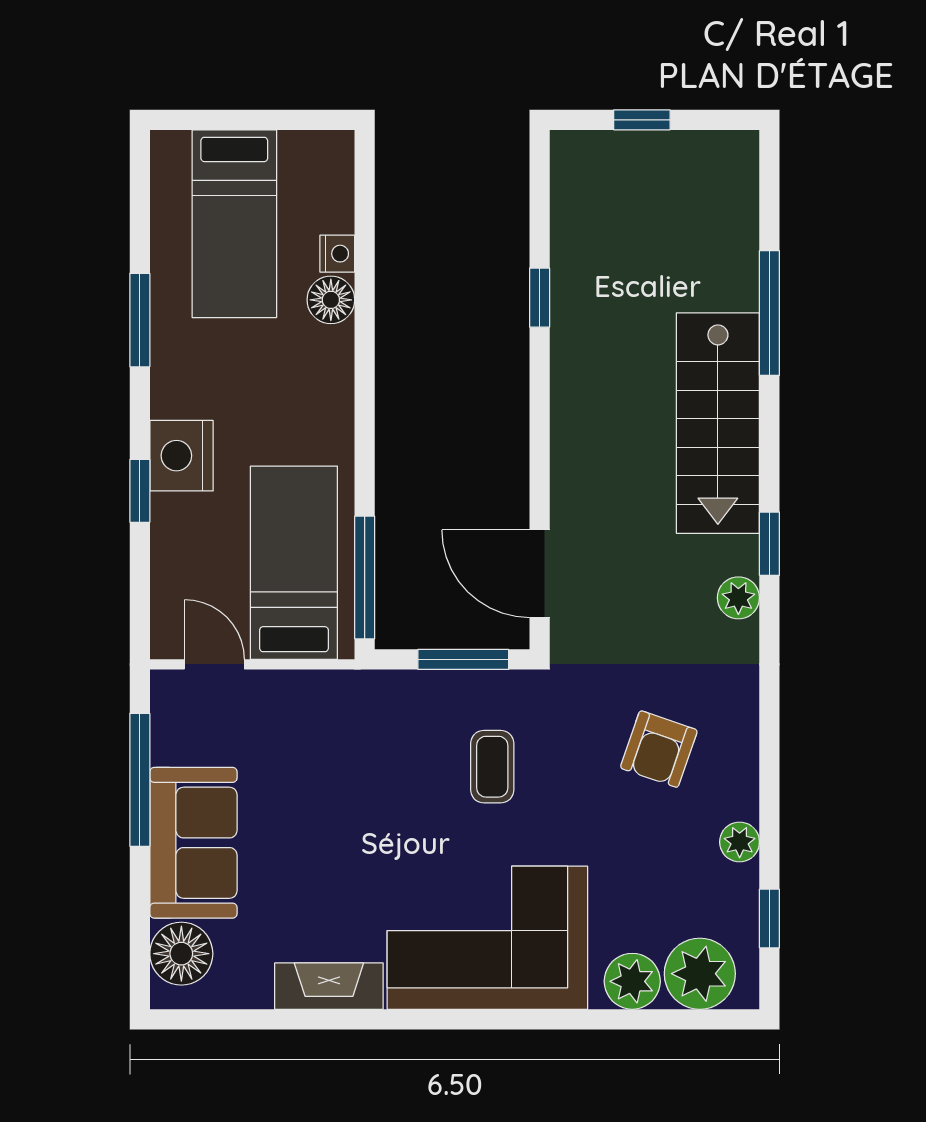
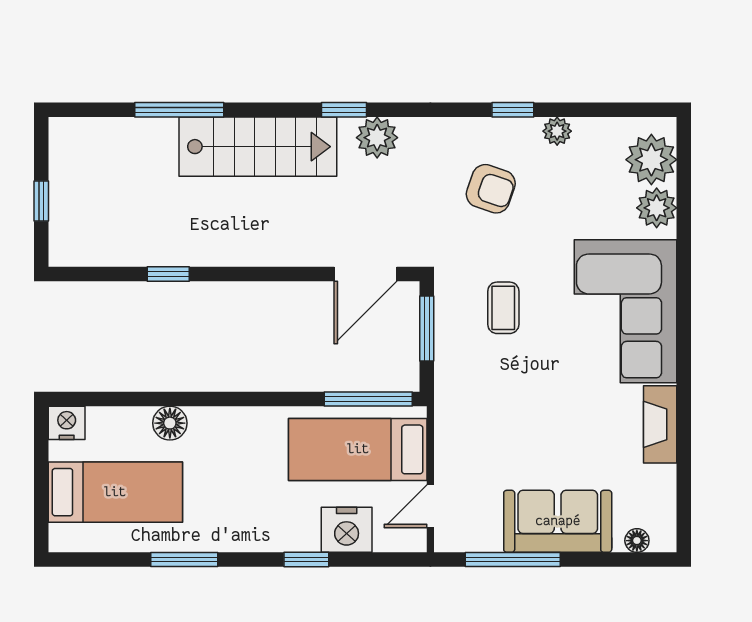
nightstand: (337, 254) -> (67, 423), moved, width x1.39, depth x1.35
nightstand: (181, 456) -> (347, 530), moved
plant: (738, 598) -> (377, 138), width x1.38, depth x1.38
coffee table: (492, 767) -> (503, 308), turned 90
window: (769, 919) -> (513, 110), moved
floor lamp: (181, 954) -> (637, 541), width x0.53, depth x0.53

